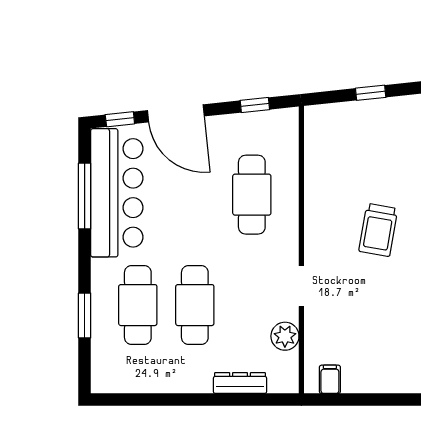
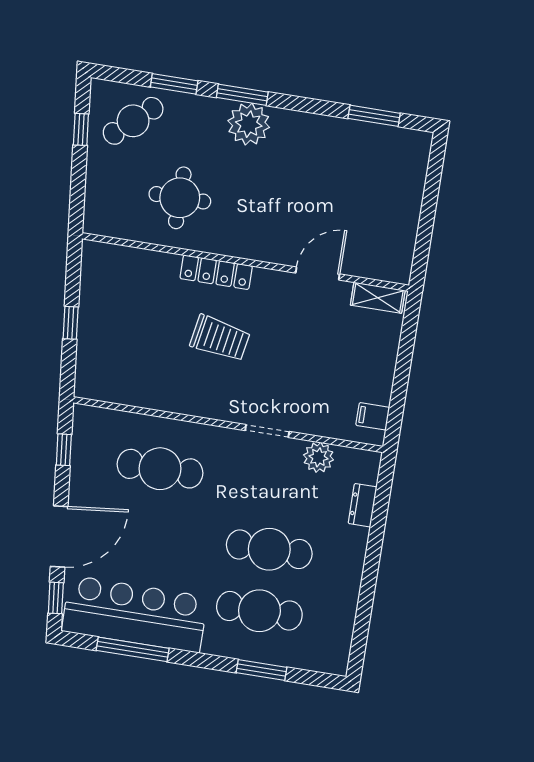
dresser: (240, 383) -> (363, 505), width x0.70

